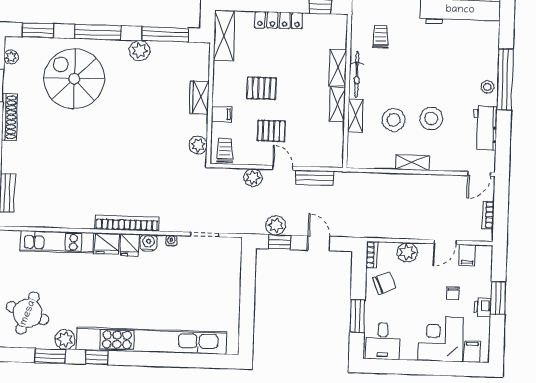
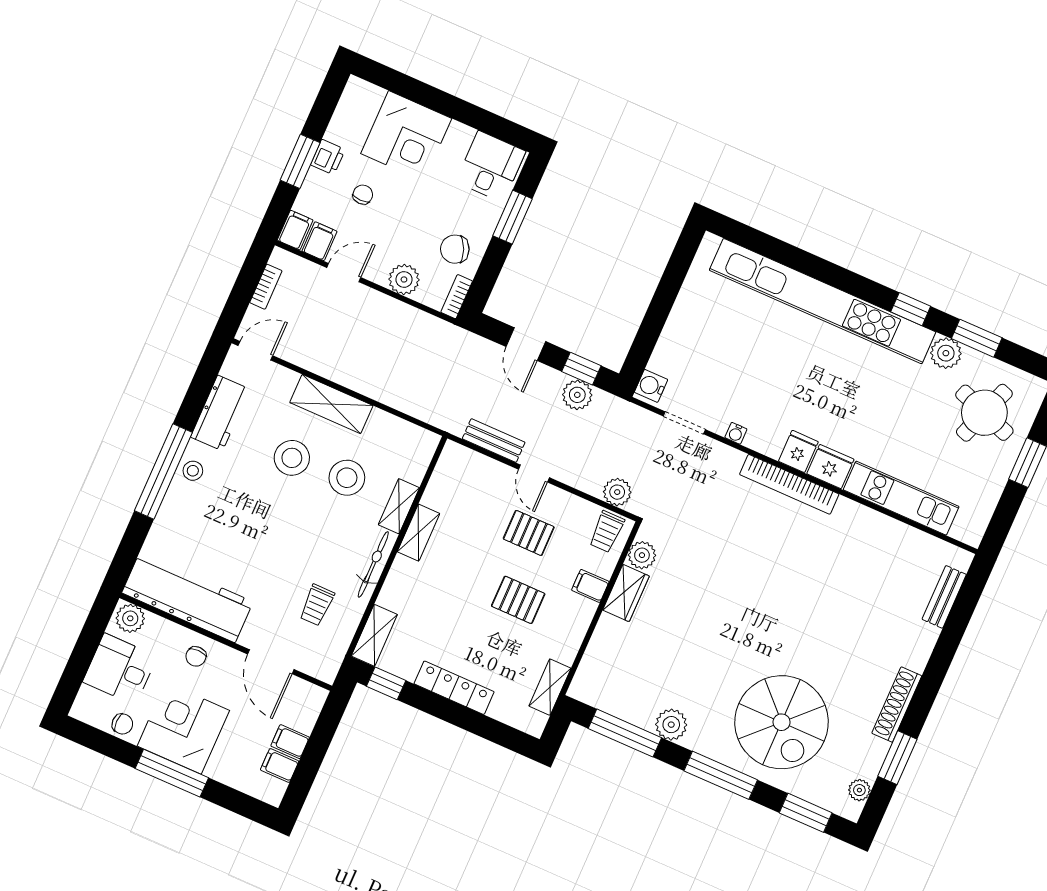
shelving: (224, 35) -> (550, 687), width x0.67, depth x0.75
shelving: (338, 68) -> (374, 635), moved
wardrobe: (199, 97) -> (626, 593), moved
shelving: (412, 163) -> (331, 404), width x1.50, depth x1.33
plant: (253, 178) -> (617, 492), moved
water cooler: (149, 243) -> (651, 386), moved, turned 90
filing cabinet: (472, 351) -> (295, 230), moved, turned 180

